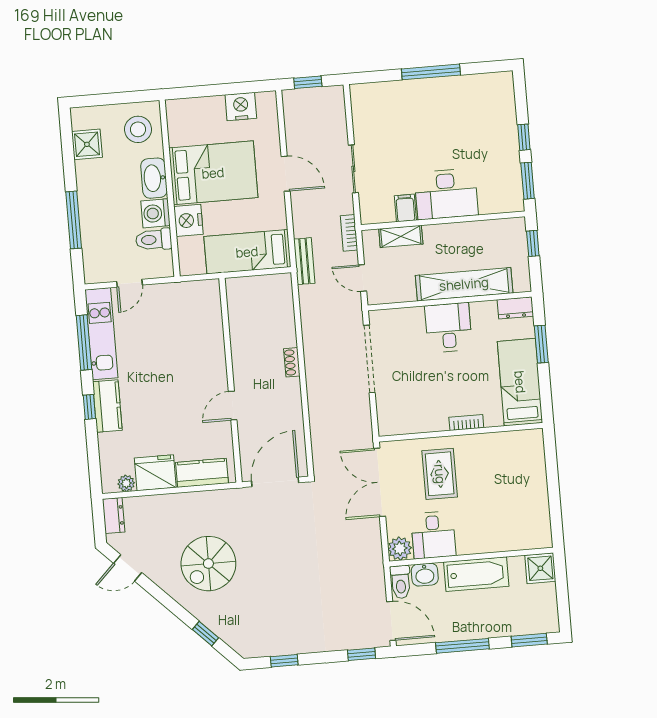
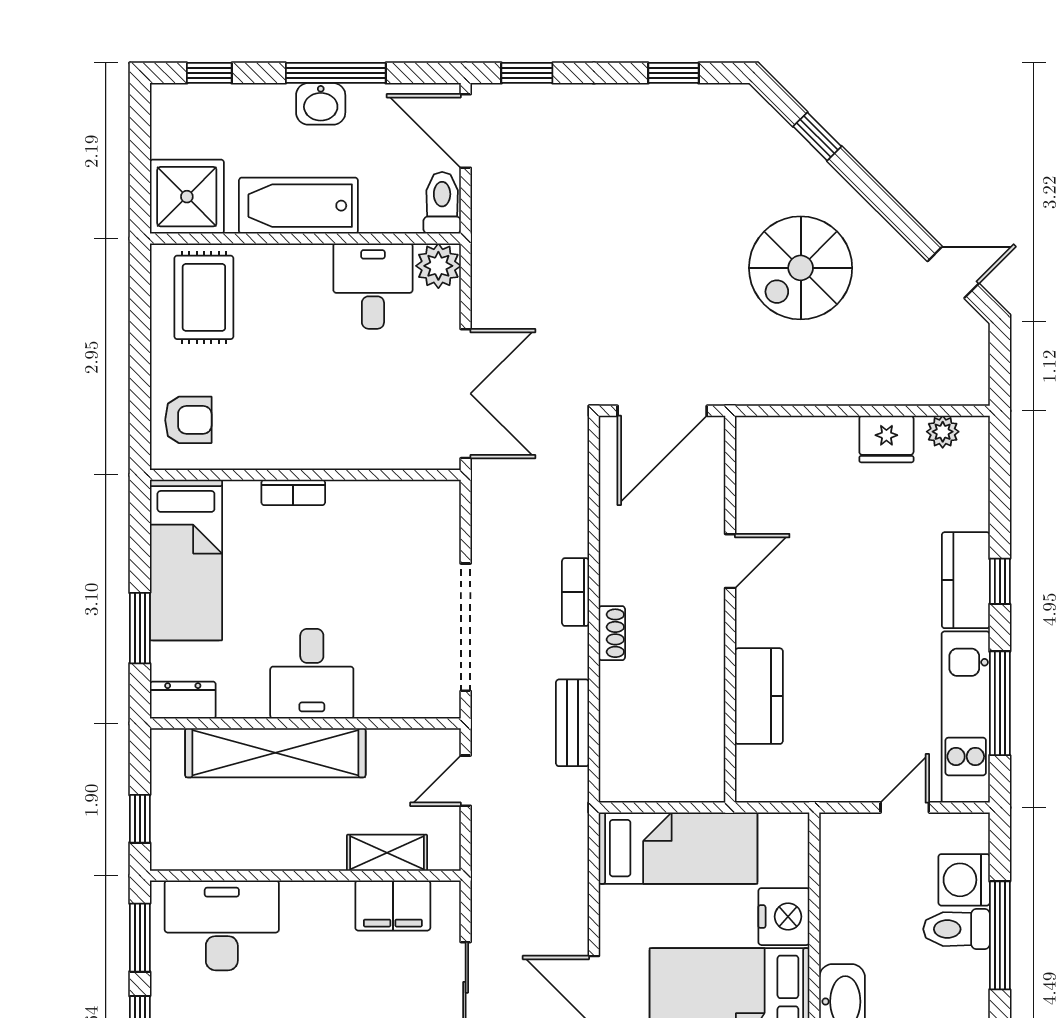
desk: (446, 194) -> (222, 925), moved
filing cabinet: (405, 208) -> (393, 906), width x2.00
washing machine: (155, 213) -> (964, 880), moved, turned 180
bookcase: (349, 233) -> (576, 592), moved, turned 180
toilet: (154, 240) -> (957, 929), moved, turned 180
bench: (304, 261) -> (573, 723), moved
door: (362, 278) -> (466, 781), swing flipped
armchair: (525, 456) -> (188, 420), added
fridge: (155, 473) -> (886, 439), width x0.73, depth x0.75
kitchen counter: (202, 473) -> (759, 696), moved, turned -90
rug: (440, 474) -> (204, 297), moved
dresser: (114, 516) -> (971, 373), removed
spiral stairs: (208, 564) -> (801, 268), turned 180
shower: (540, 568) -> (187, 197), width x1.36, depth x1.36
washbasin: (425, 575) -> (321, 104), moved, turned 180
window: (529, 640) -> (209, 73), width x0.67

